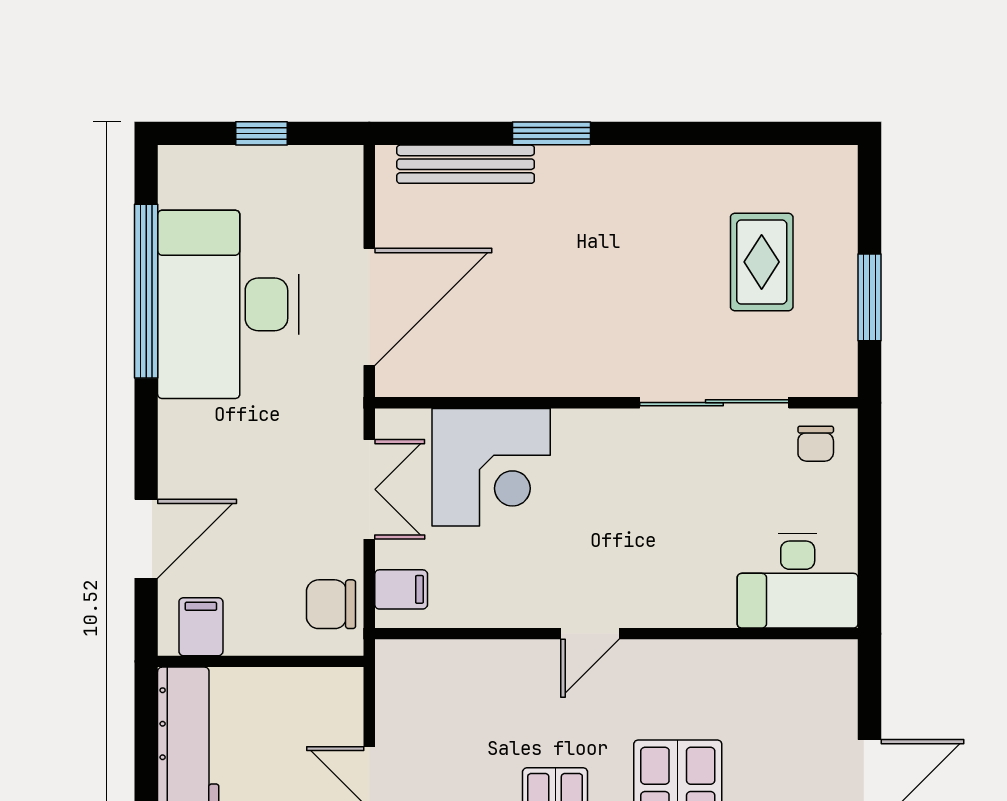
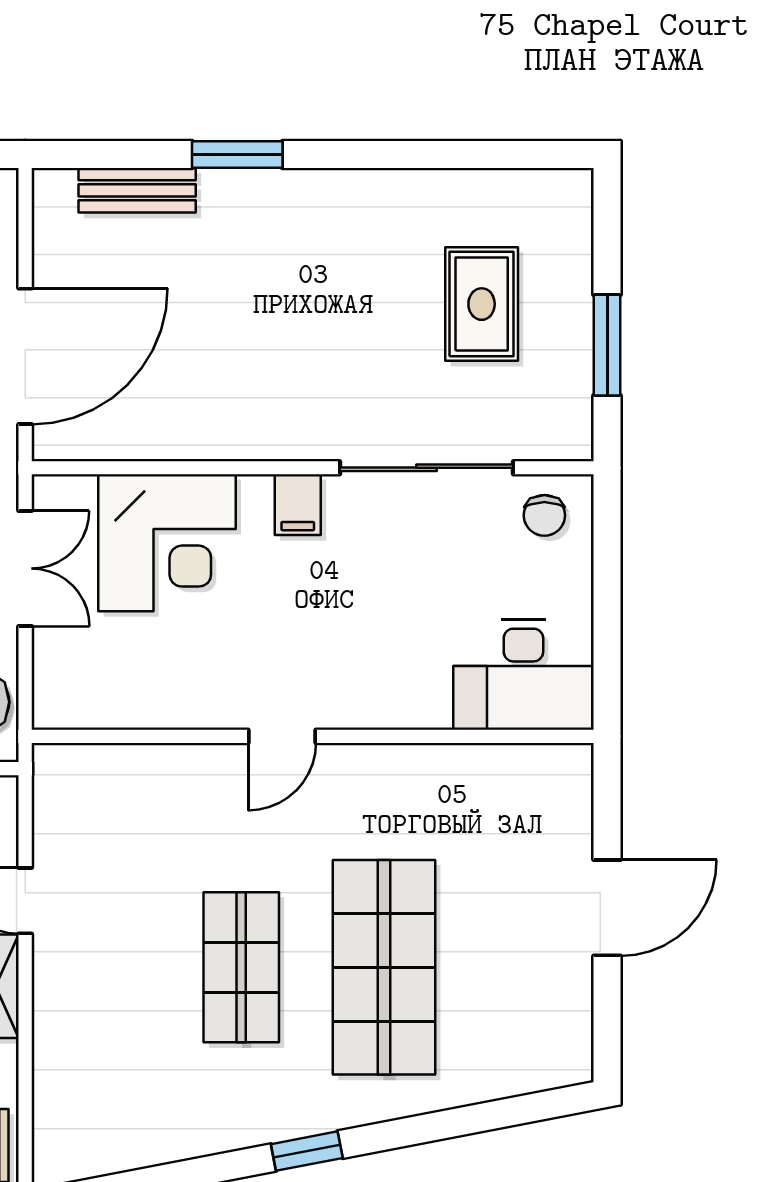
bench: (466, 164) -> (137, 190), width x0.73
filing cabinet: (401, 589) -> (298, 505), moved, turned 90

